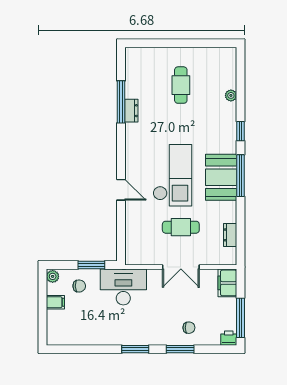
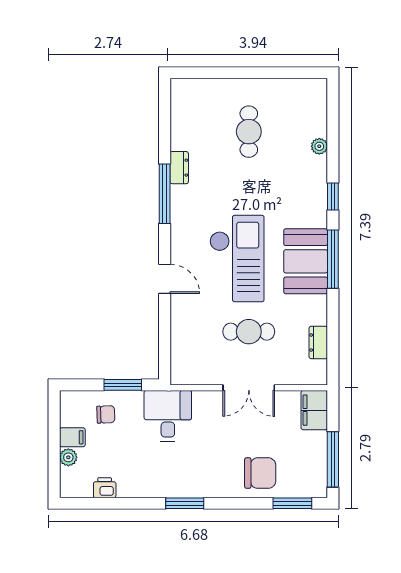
window: (121, 102) -> (165, 194), moved
plant: (53, 276) -> (68, 457), moved
desk: (123, 287) -> (168, 416), width x0.73
chair: (189, 328) -> (260, 473), width x1.87, depth x1.87
printer: (229, 338) -> (105, 488), moved
window: (180, 349) -> (292, 503), moved

